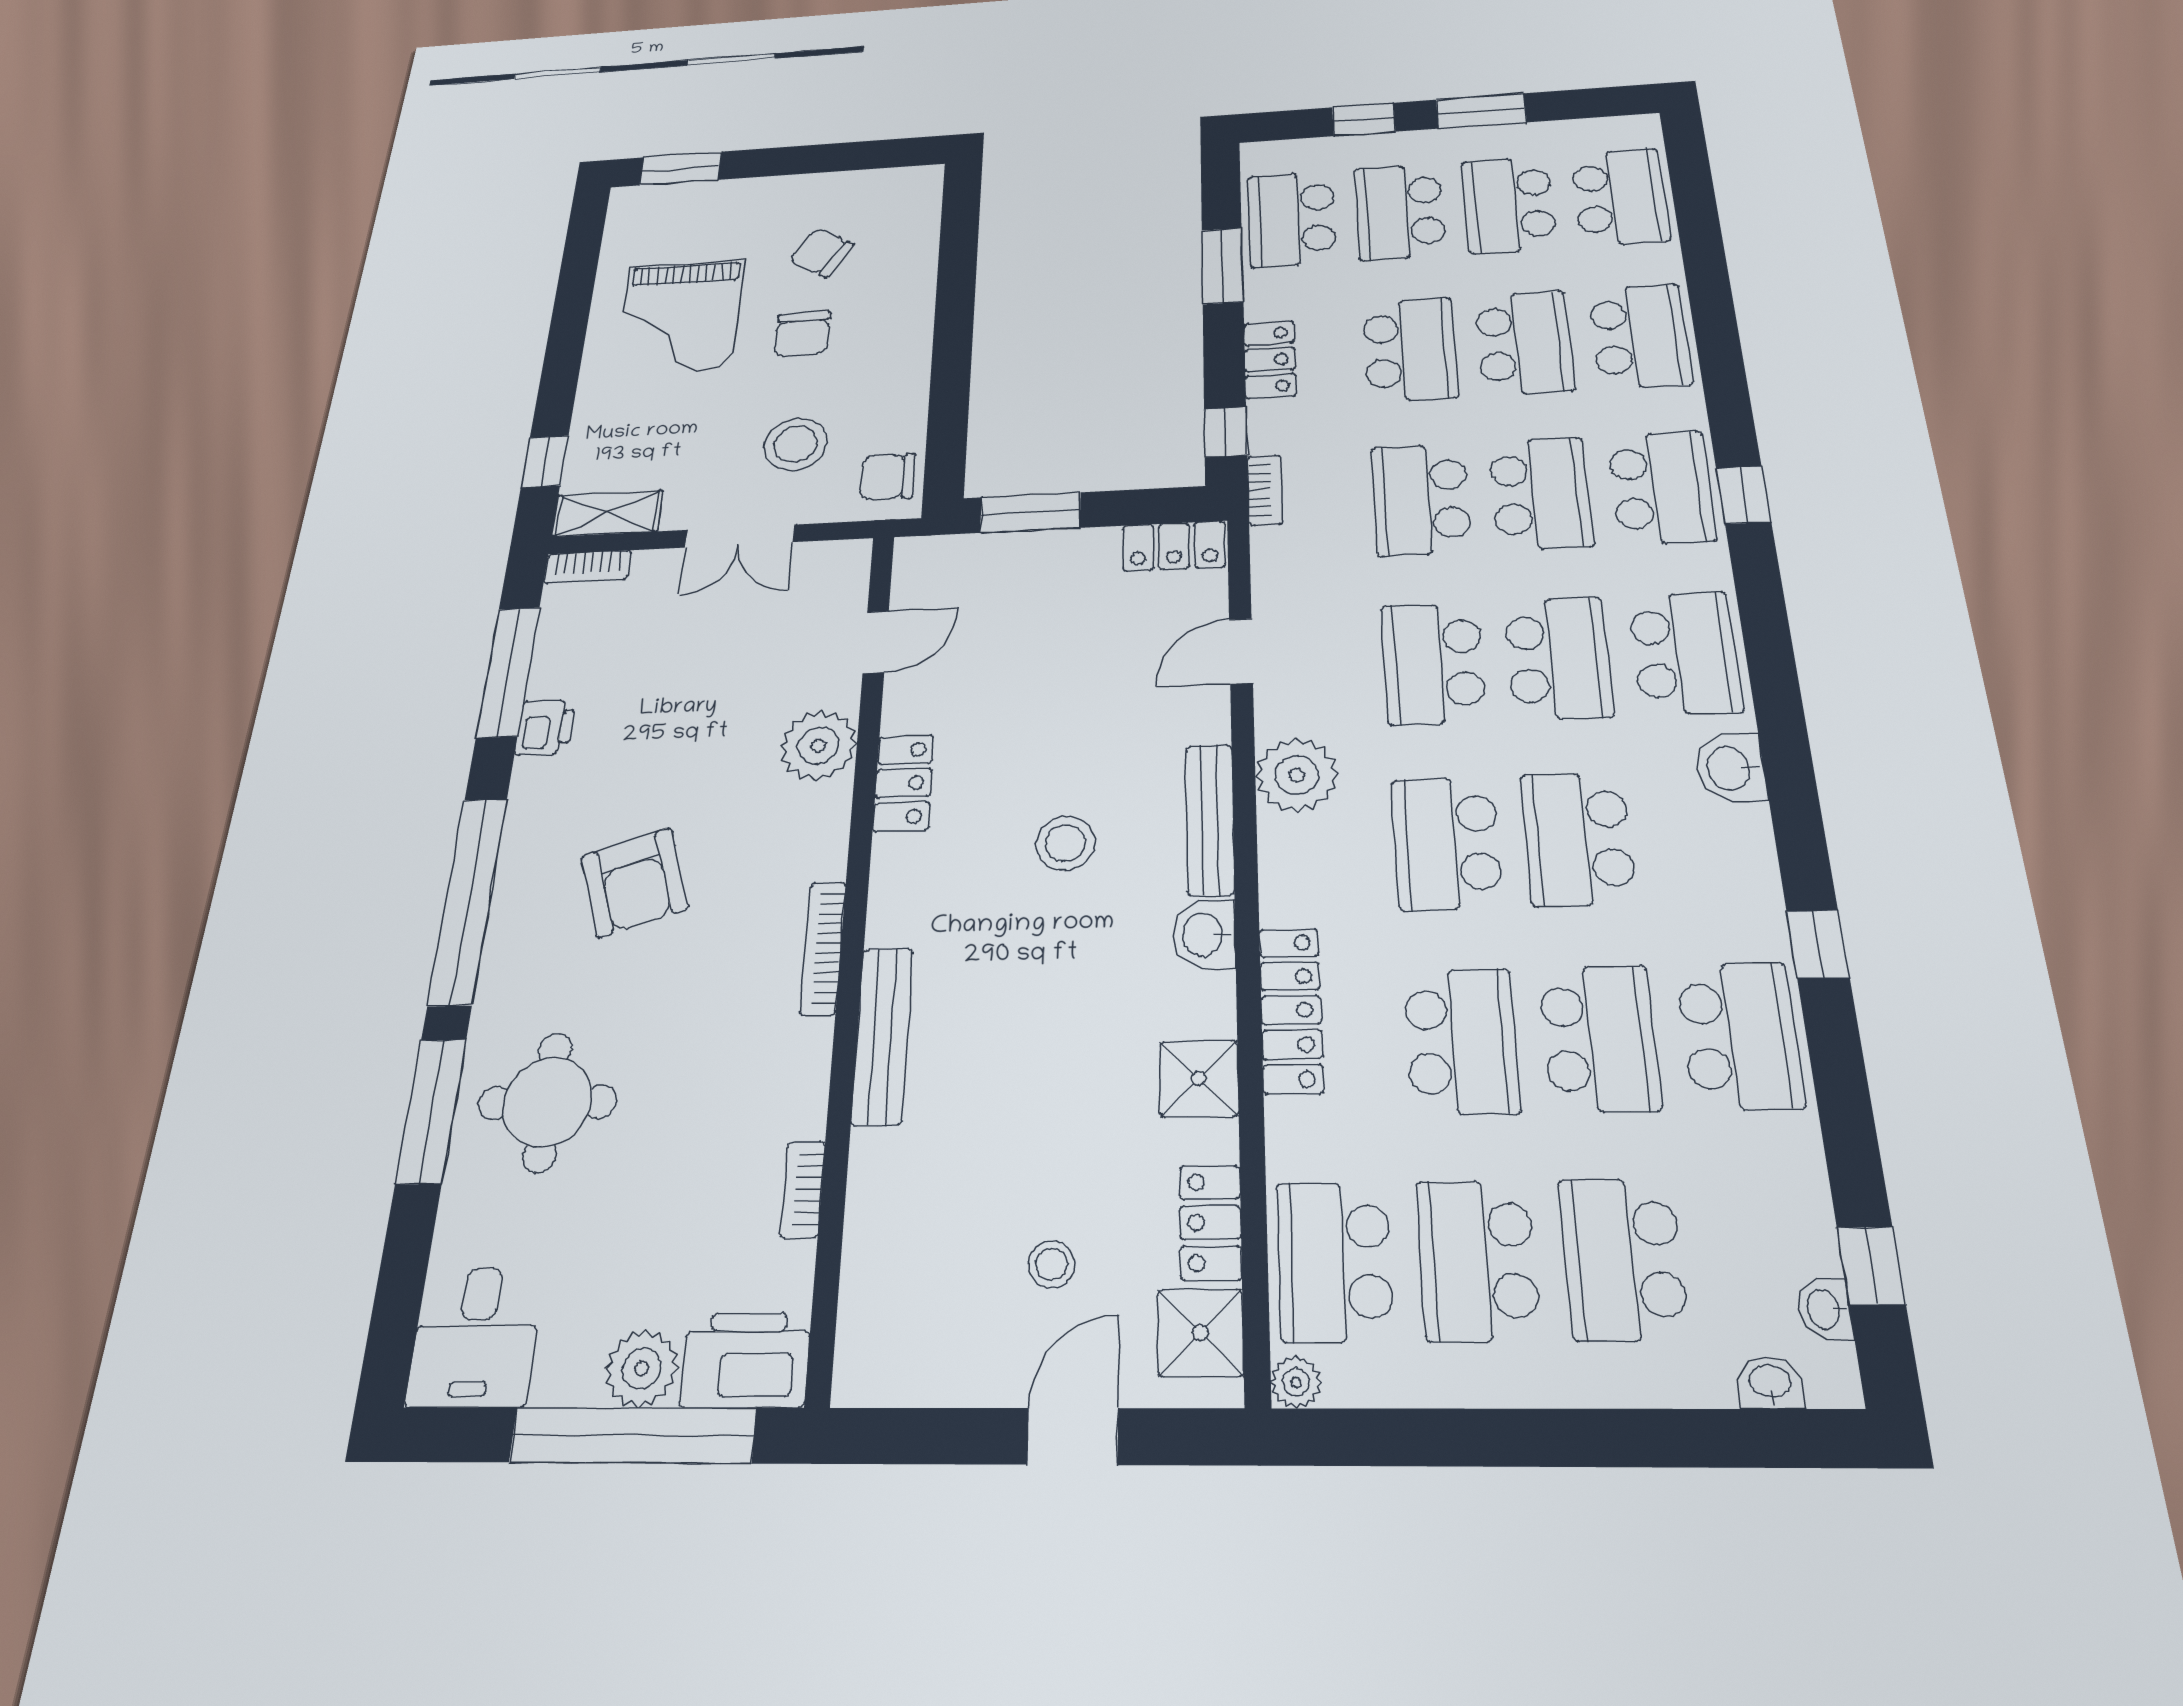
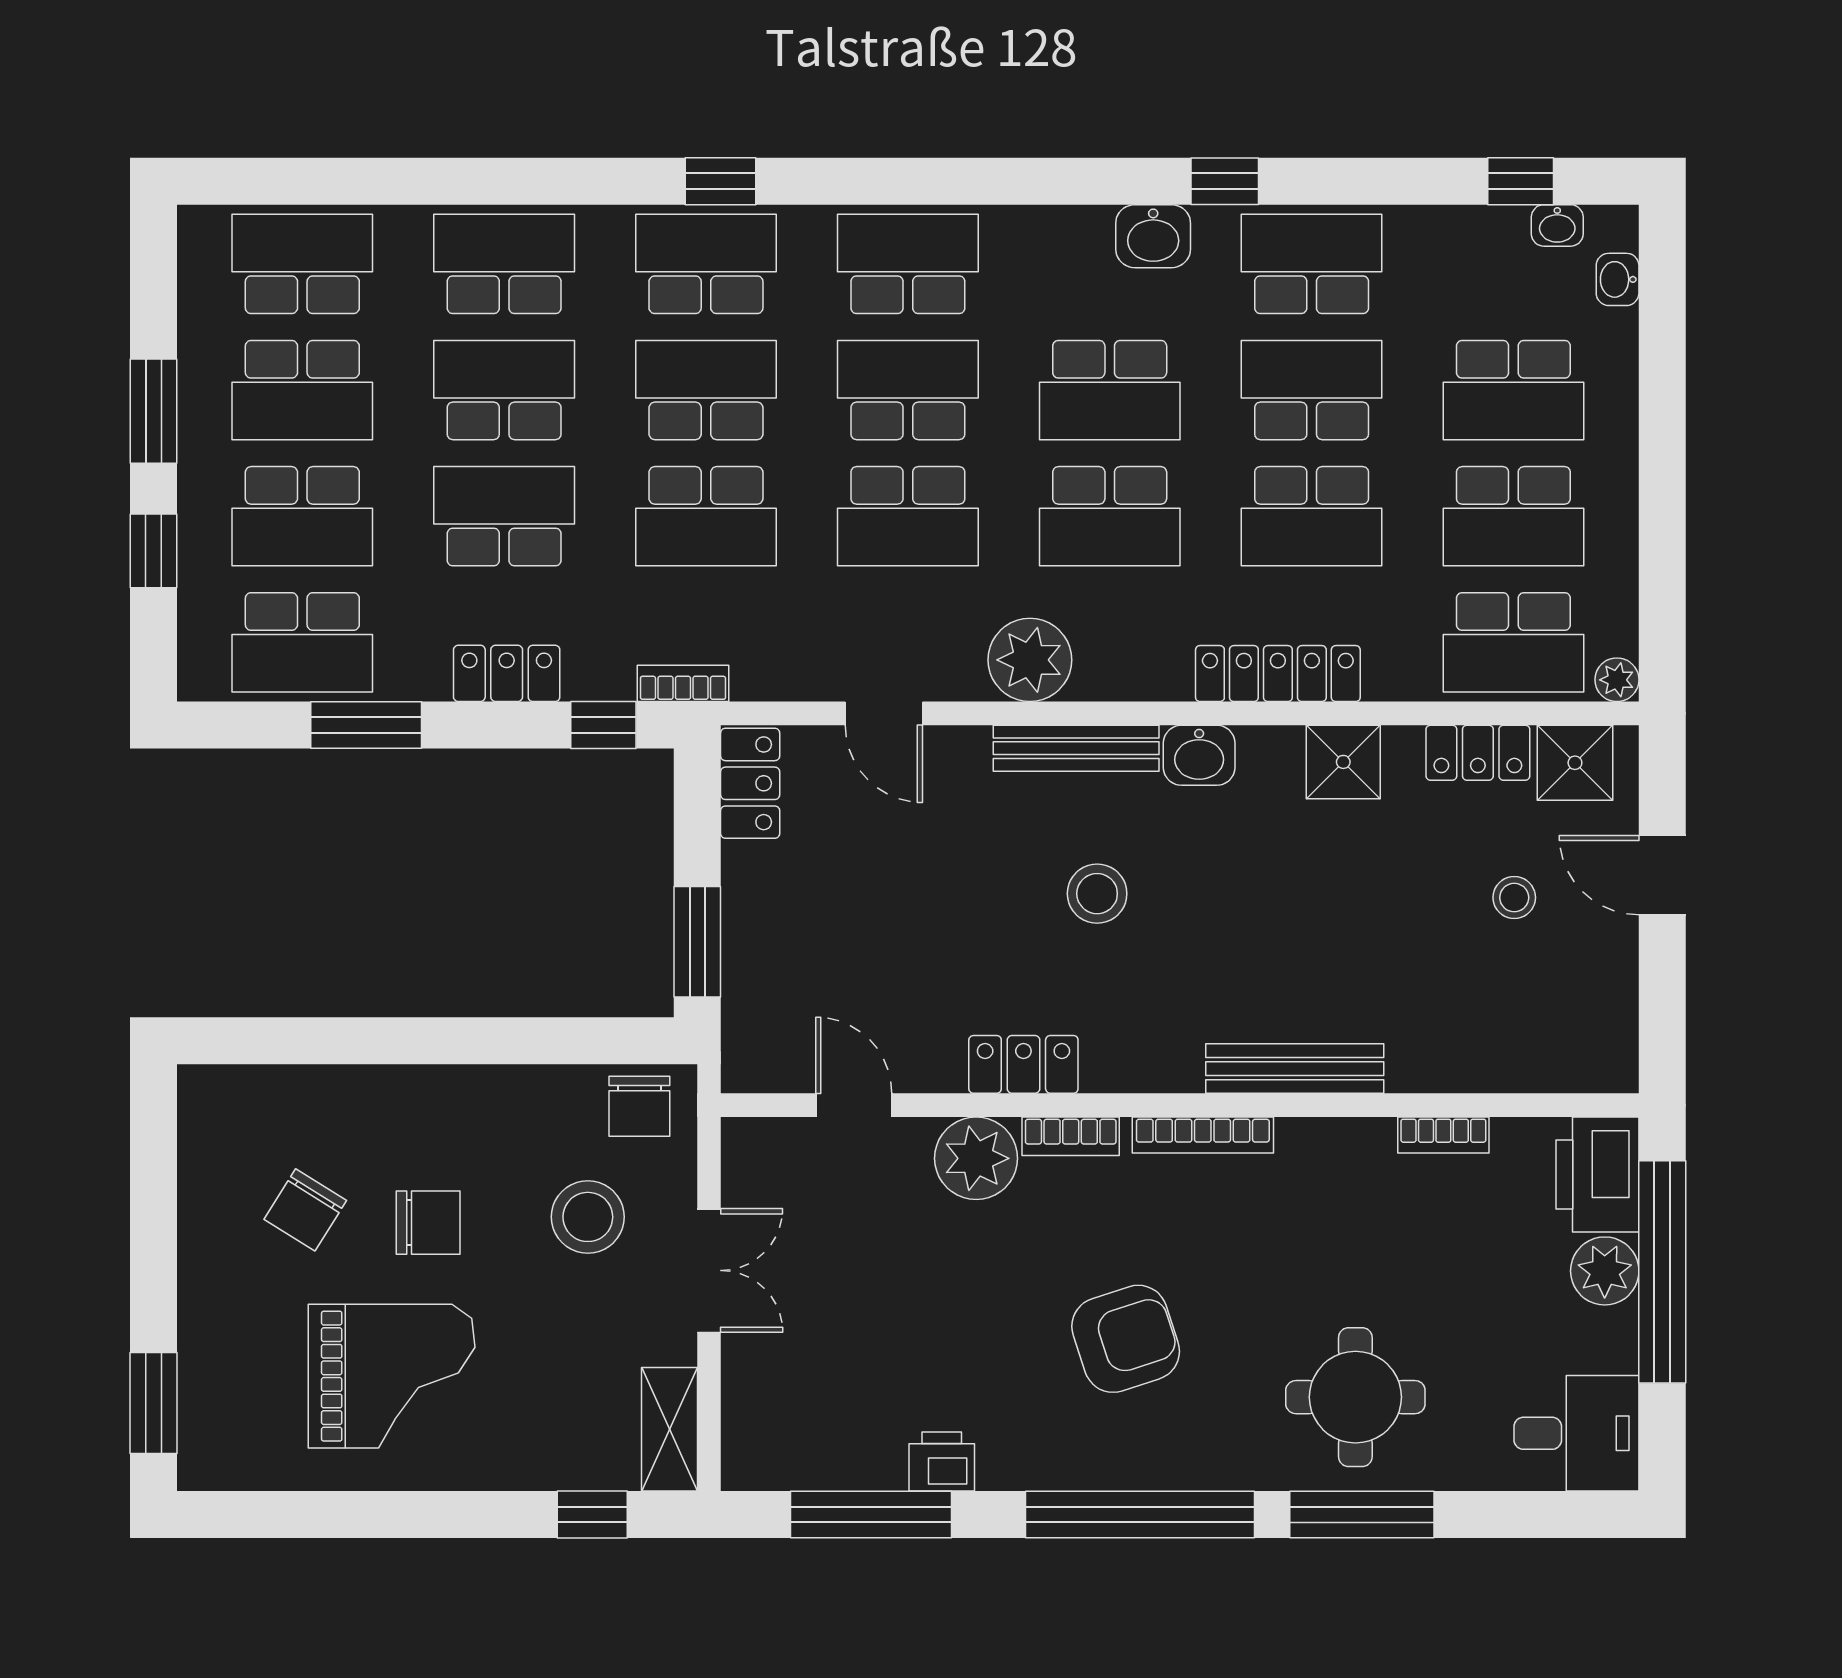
bookcase: (587, 567) -> (1071, 1136), moved, turned 90
washbasin: (1730, 768) -> (1153, 236), moved
school desk: (1461, 1041) -> (1312, 516), turned 180

